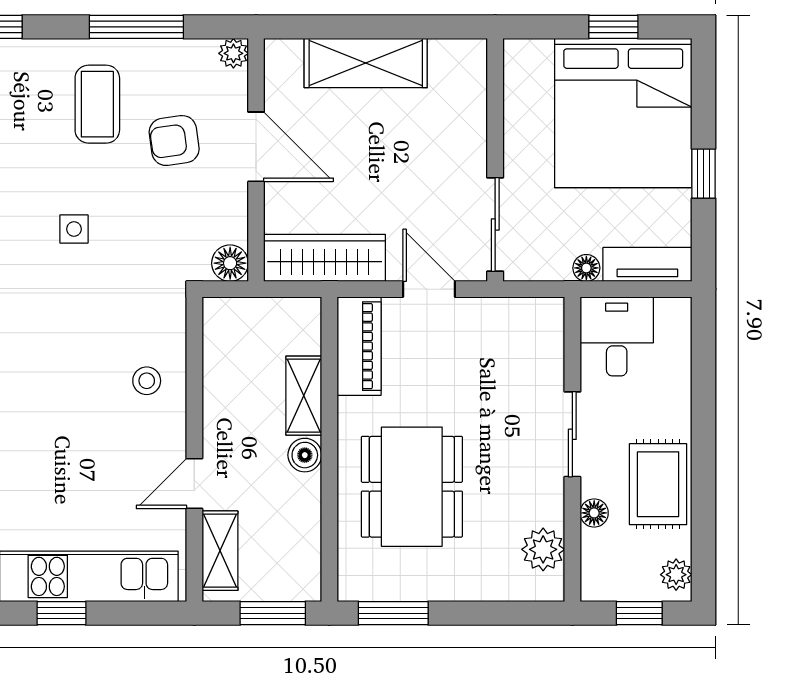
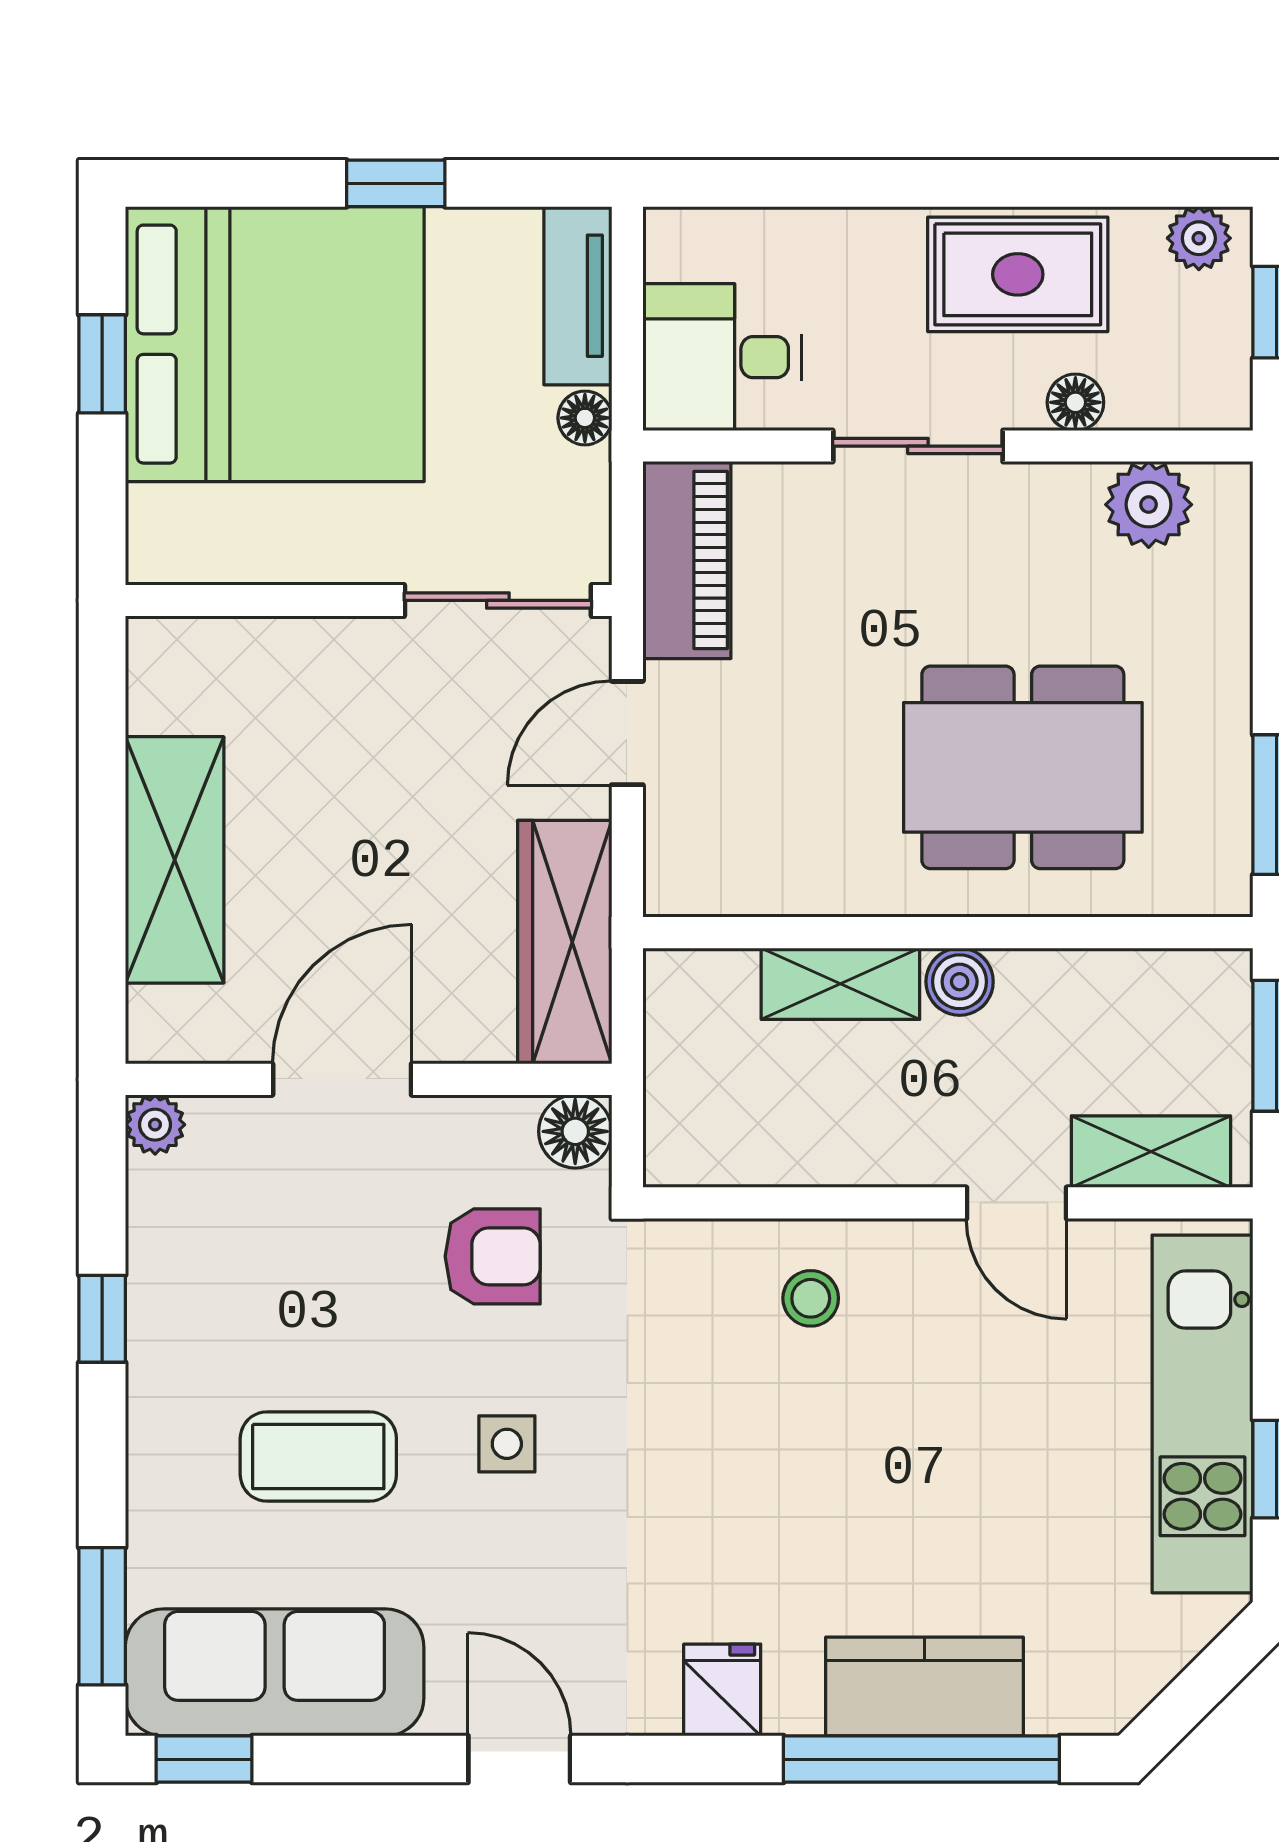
window: (136, 27) -> (102, 1319), width x0.46
coffee table: (97, 104) -> (318, 1457), moved
armchair: (174, 141) -> (493, 1256), moved, turned -82
piano: (359, 346) -> (687, 560), moved, turned 90

